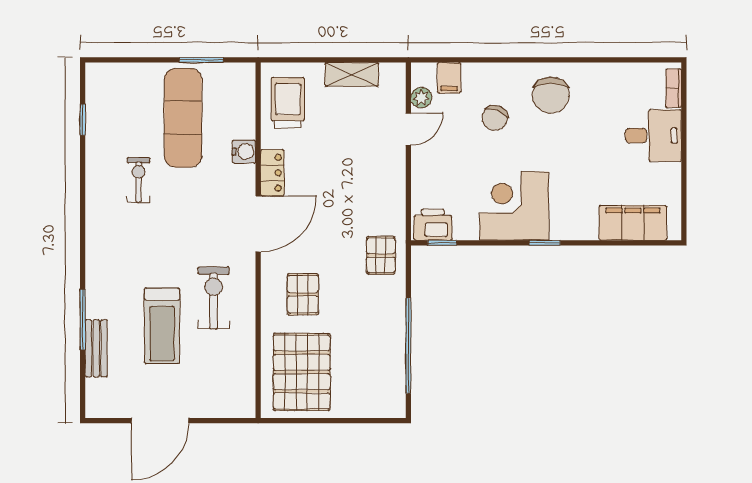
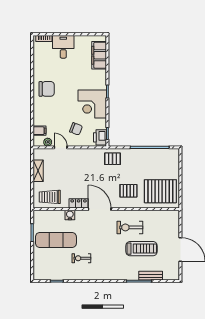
chair: (495, 118) -> (76, 129), moved

